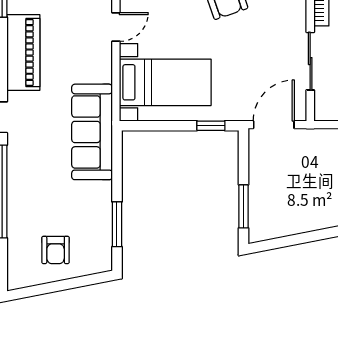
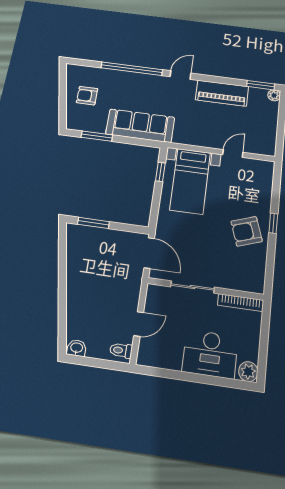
door: (116, 27) -> (233, 154), swing flipped
window: (211, 126) -> (160, 172), moved
sofa: (92, 132) -> (140, 126), moved

